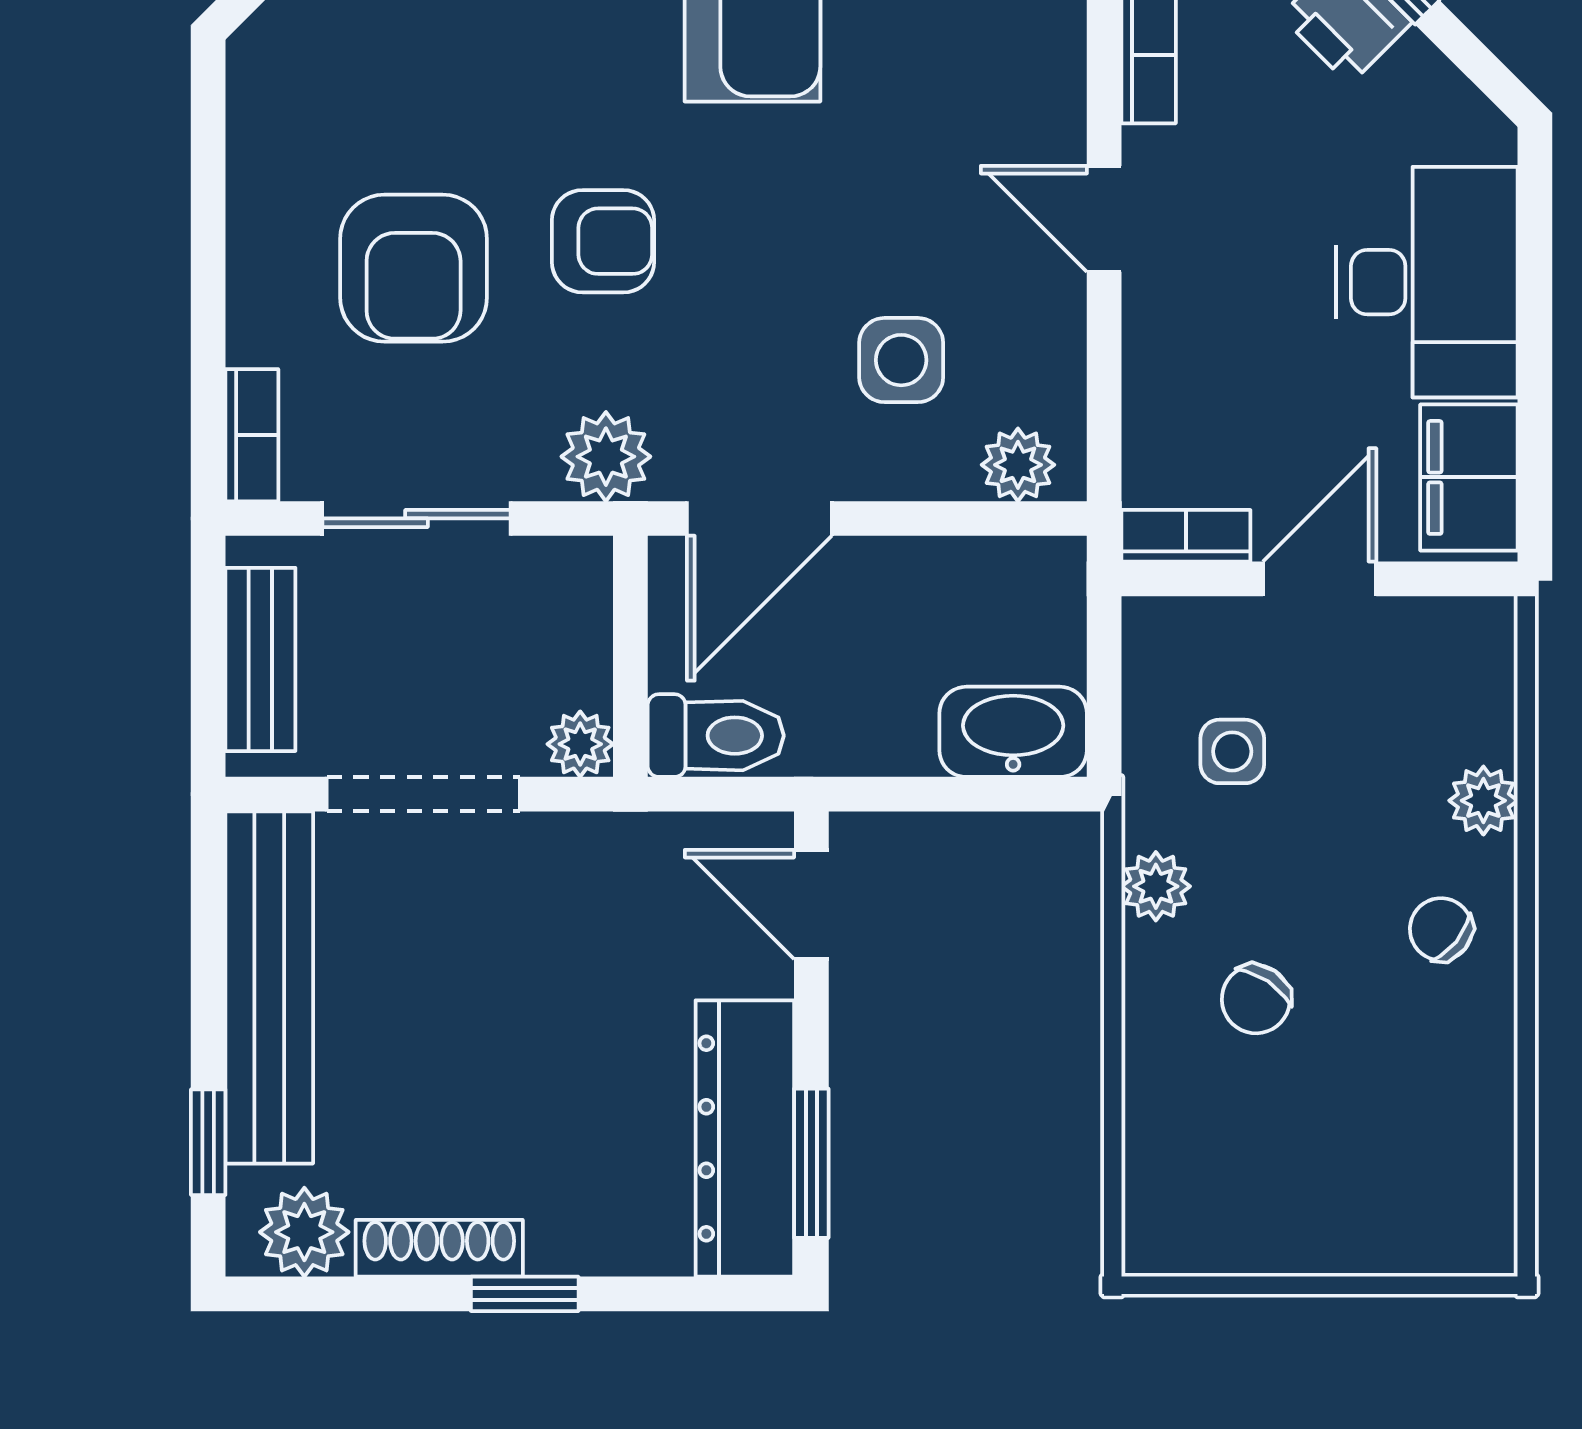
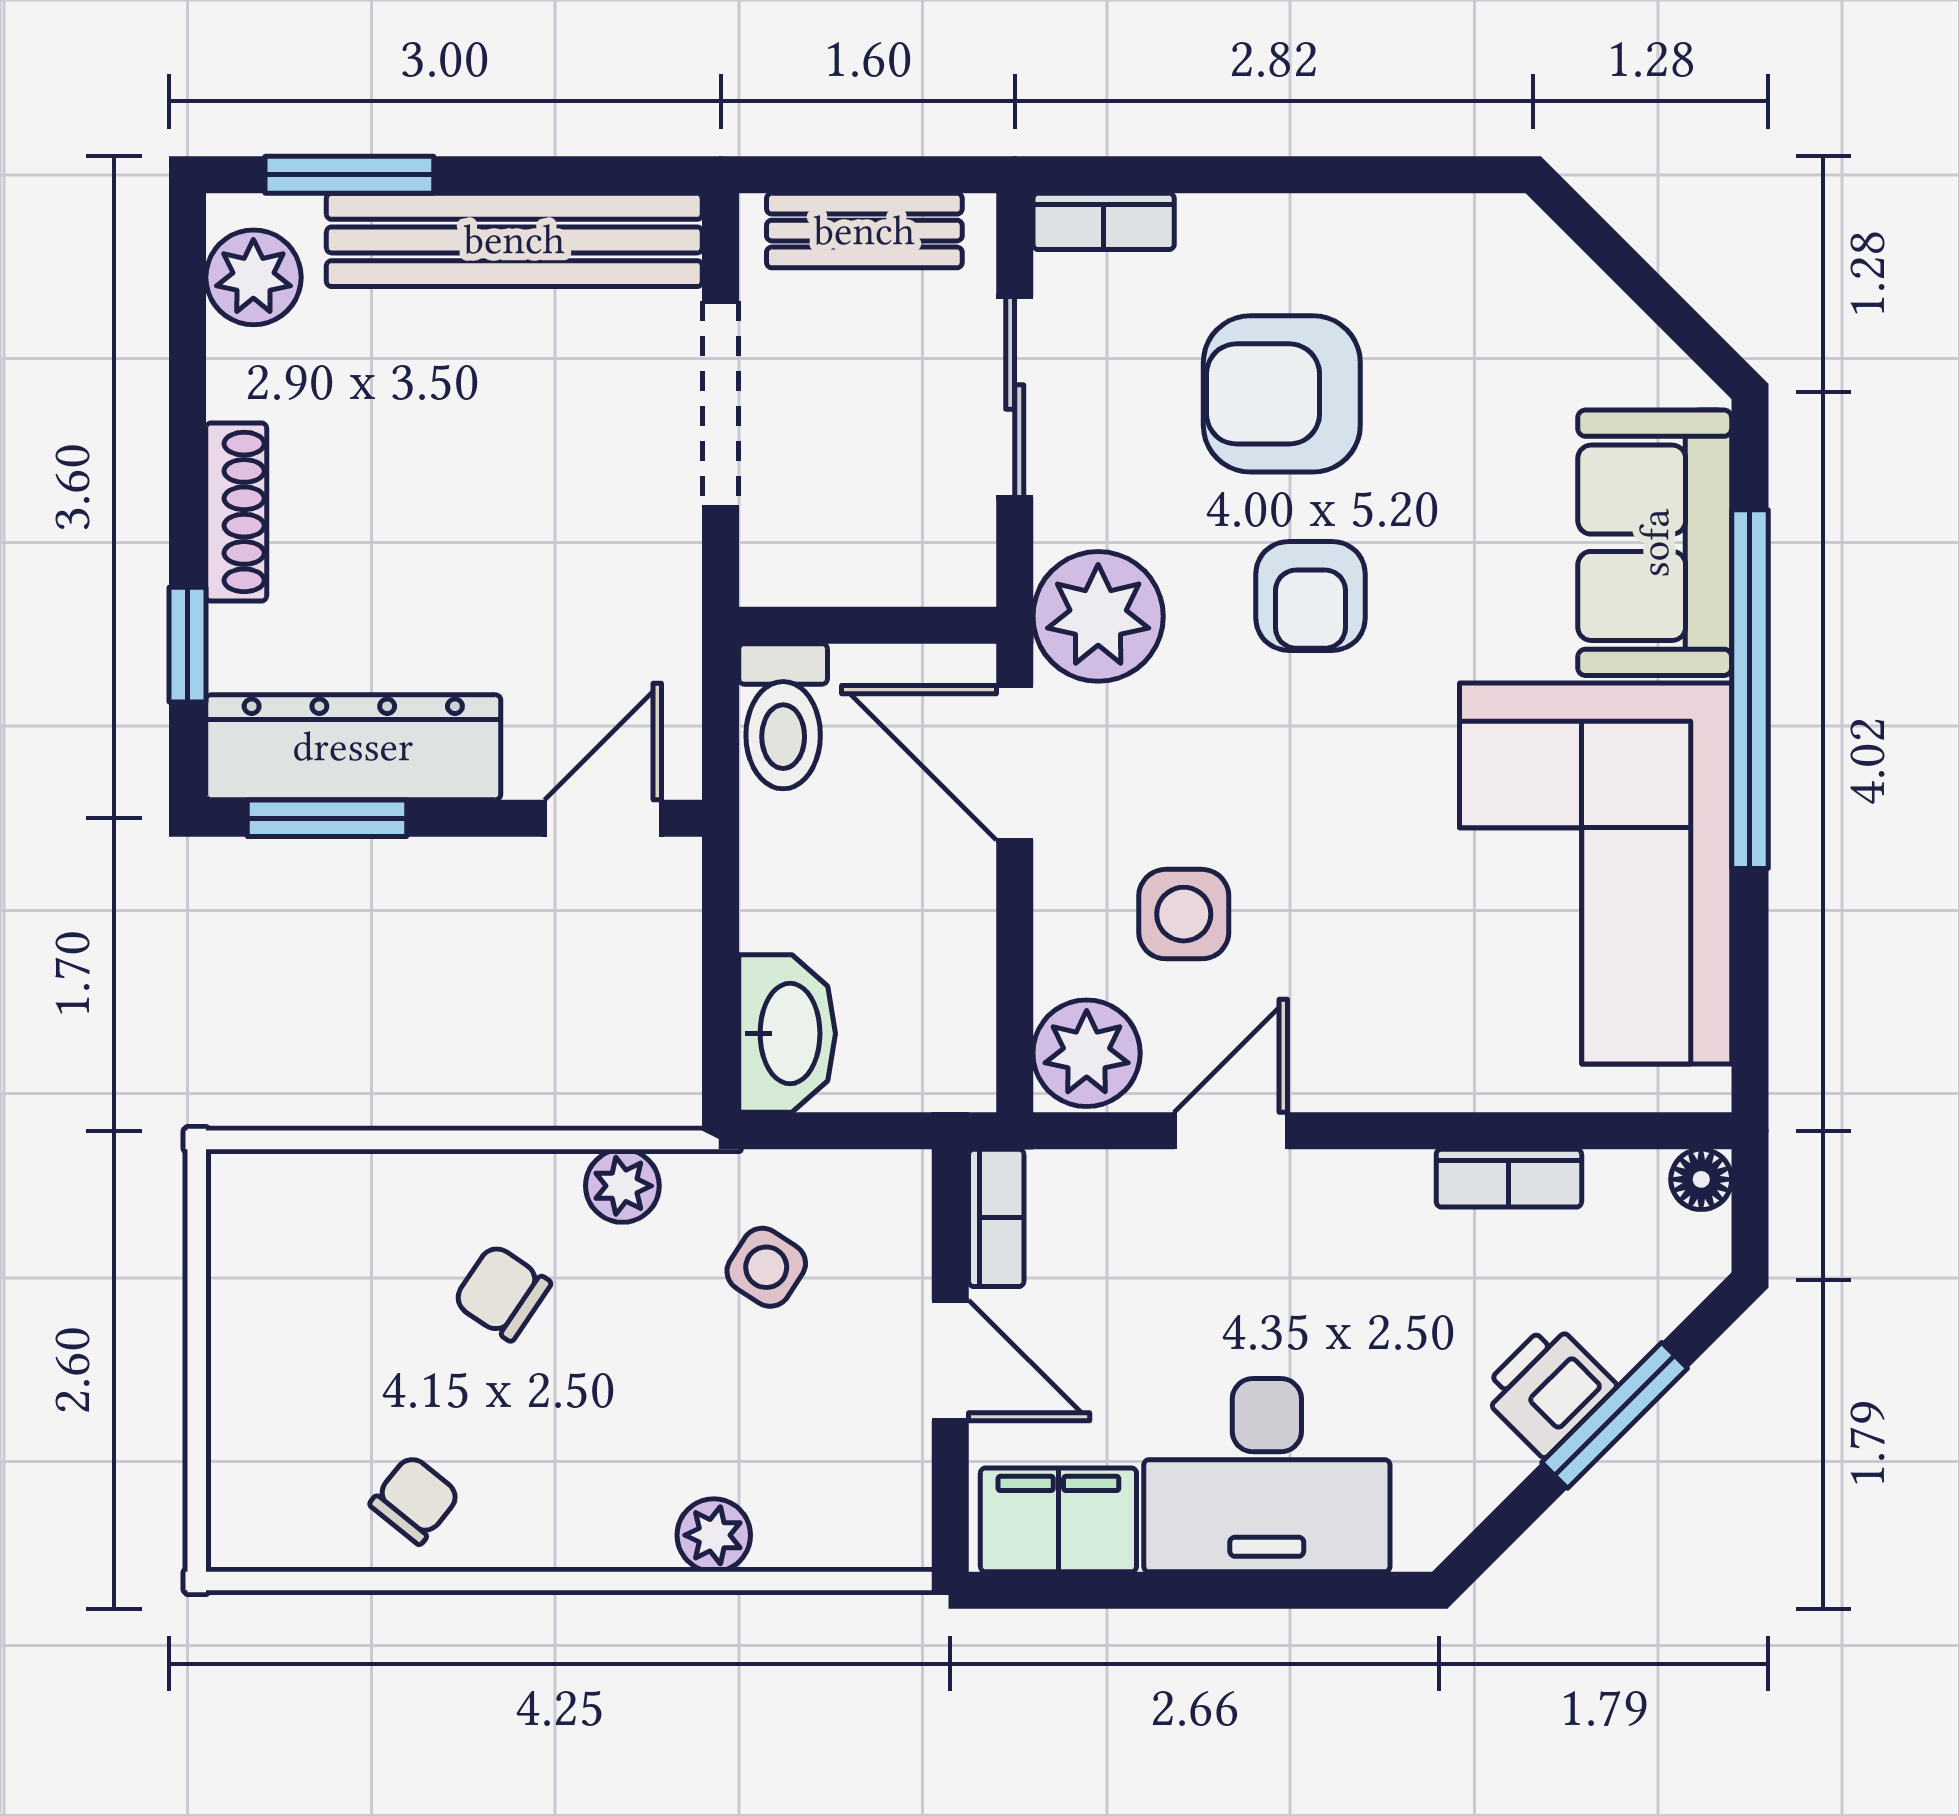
door: (1104, 219) -> (1231, 1131), moved
plant: (606, 457) -> (1098, 616), width x1.36, depth x1.36
plant: (1018, 465) -> (1087, 1053), width x1.38, depth x1.38
plant: (580, 744) -> (774, 572), removed
side table: (1232, 751) -> (766, 1267), turned 33
chair: (1441, 929) -> (415, 1500), moved
window: (208, 1142) -> (349, 175), width x1.50
shoe rack: (439, 1248) -> (236, 512), moved
window: (525, 1294) -> (188, 645), moved

